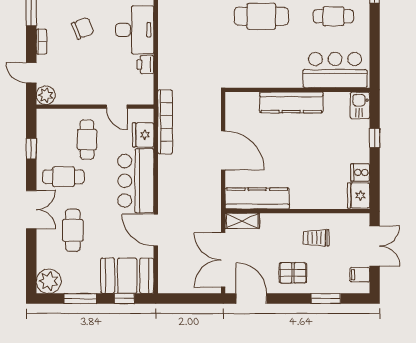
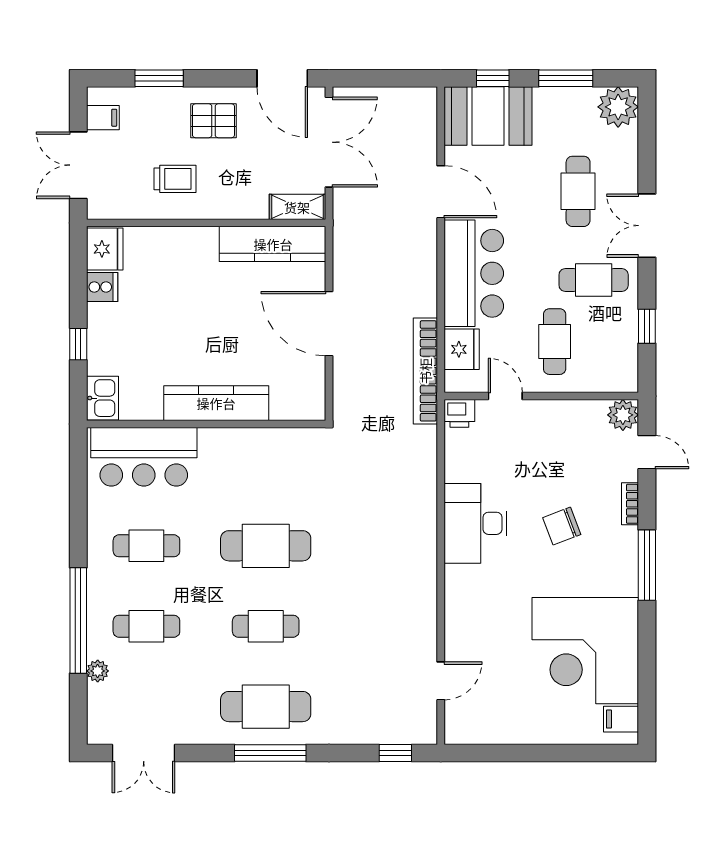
printer: (145, 65) -> (459, 413), moved, turned 90

